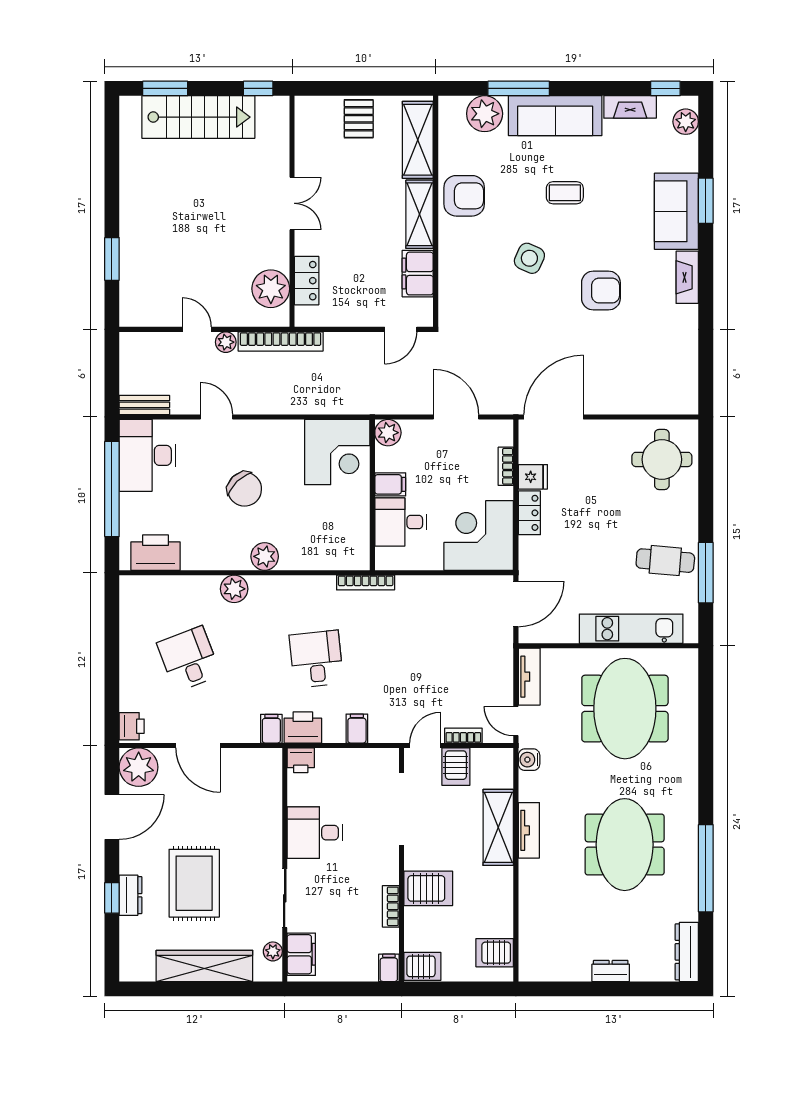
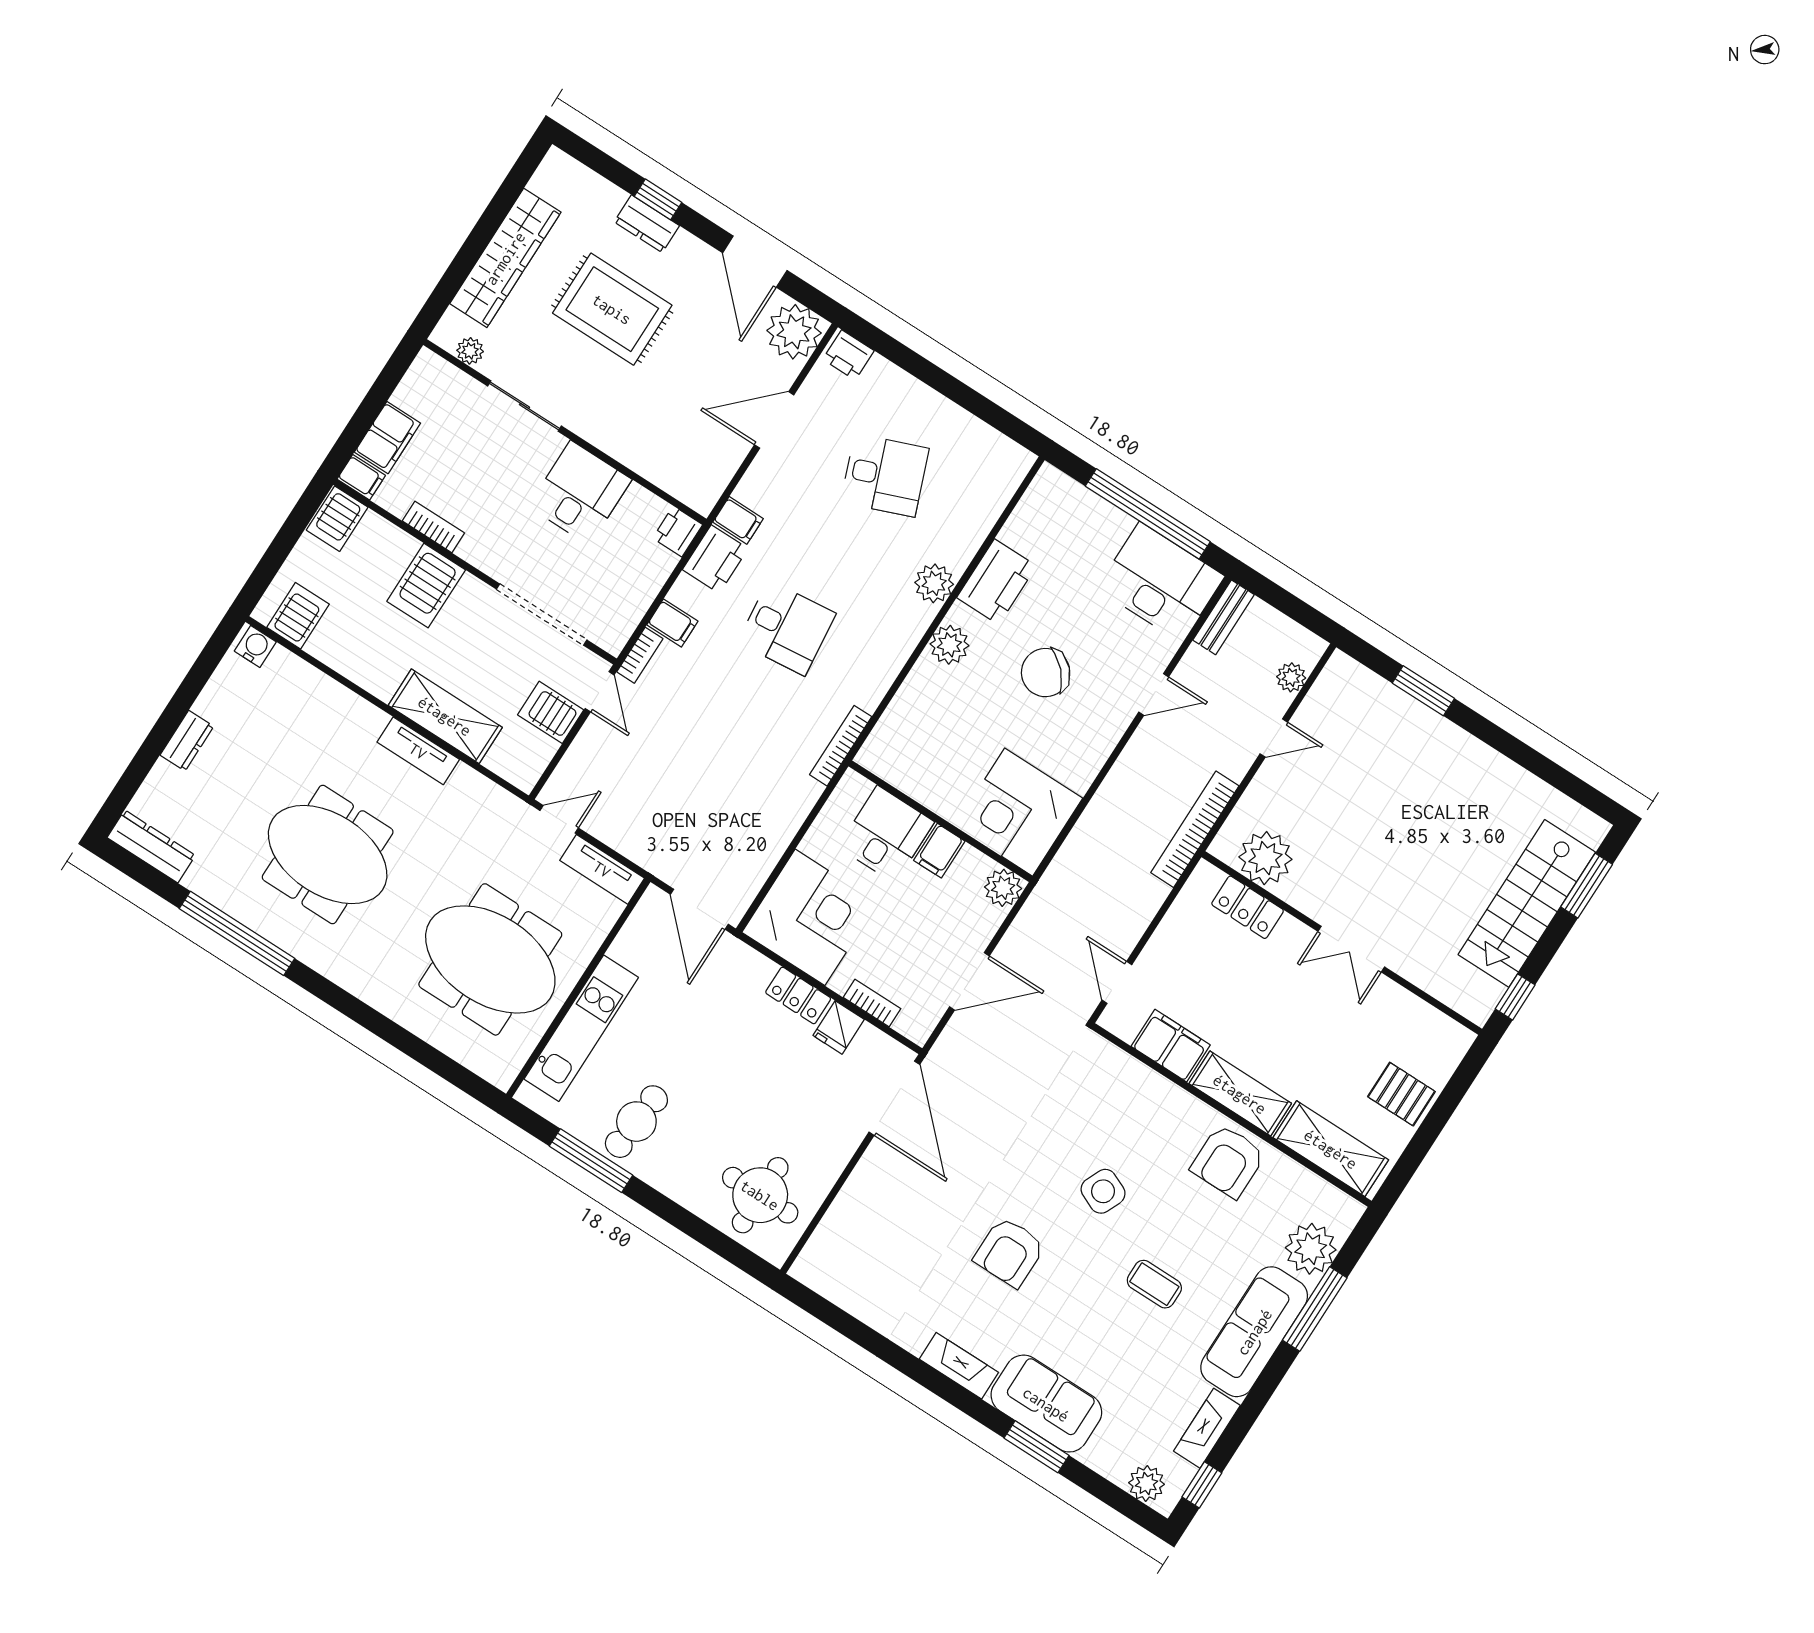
coffee table: (565, 193) -> (1154, 1284), turned 90
plant: (226, 342) -> (1291, 677), moved
printer: (155, 553) -> (997, 582), moved
bookcase: (463, 736) -> (640, 655), moved
water cooler: (529, 760) -> (255, 646), moved
filing cabinet: (301, 954) -> (387, 438), moved, turned -90

